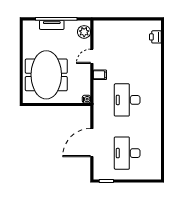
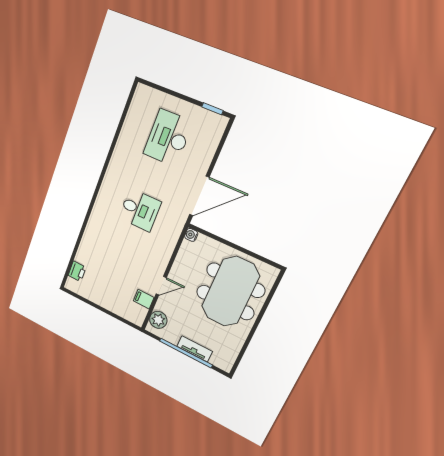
filing cabinet: (100, 75) -> (144, 299), moved
desk: (127, 100) -> (140, 210), width x0.73
door: (92, 143) -> (199, 196), moved
desk: (127, 153) -> (168, 138), turned 180

